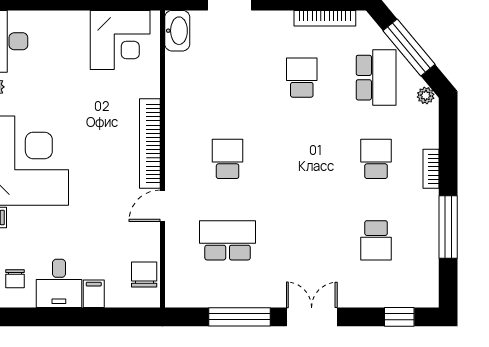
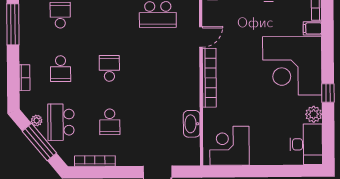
washbasin: (177, 31) -> (192, 124), moved
plant: (426, 96) -> (37, 121), moved
school desk: (228, 159) -> (109, 68), moved, turned 180
bookcase: (431, 169) -> (25, 78), moved

